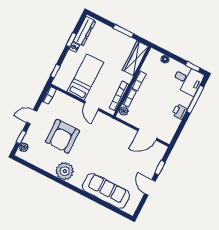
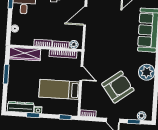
door: (92, 106) -> (81, 73), hinge flipped
door: (147, 135) -> (85, 16), swing flipped
armchair: (62, 136) -> (118, 87), turned -37

